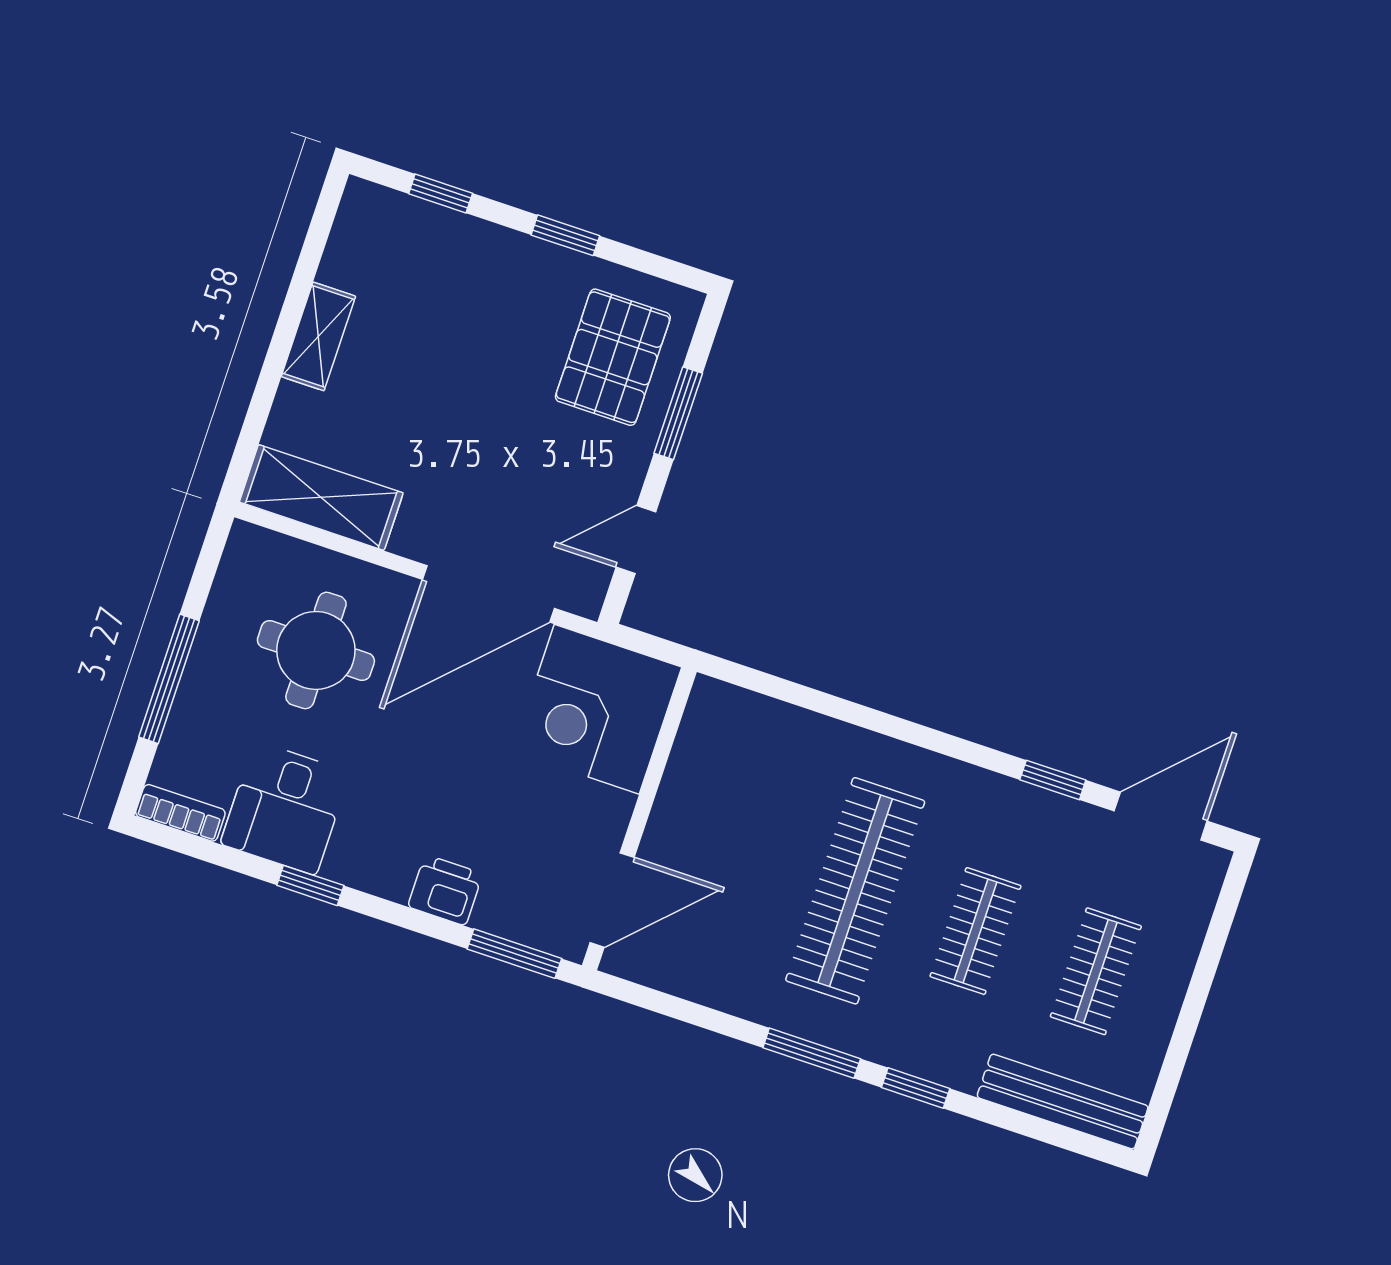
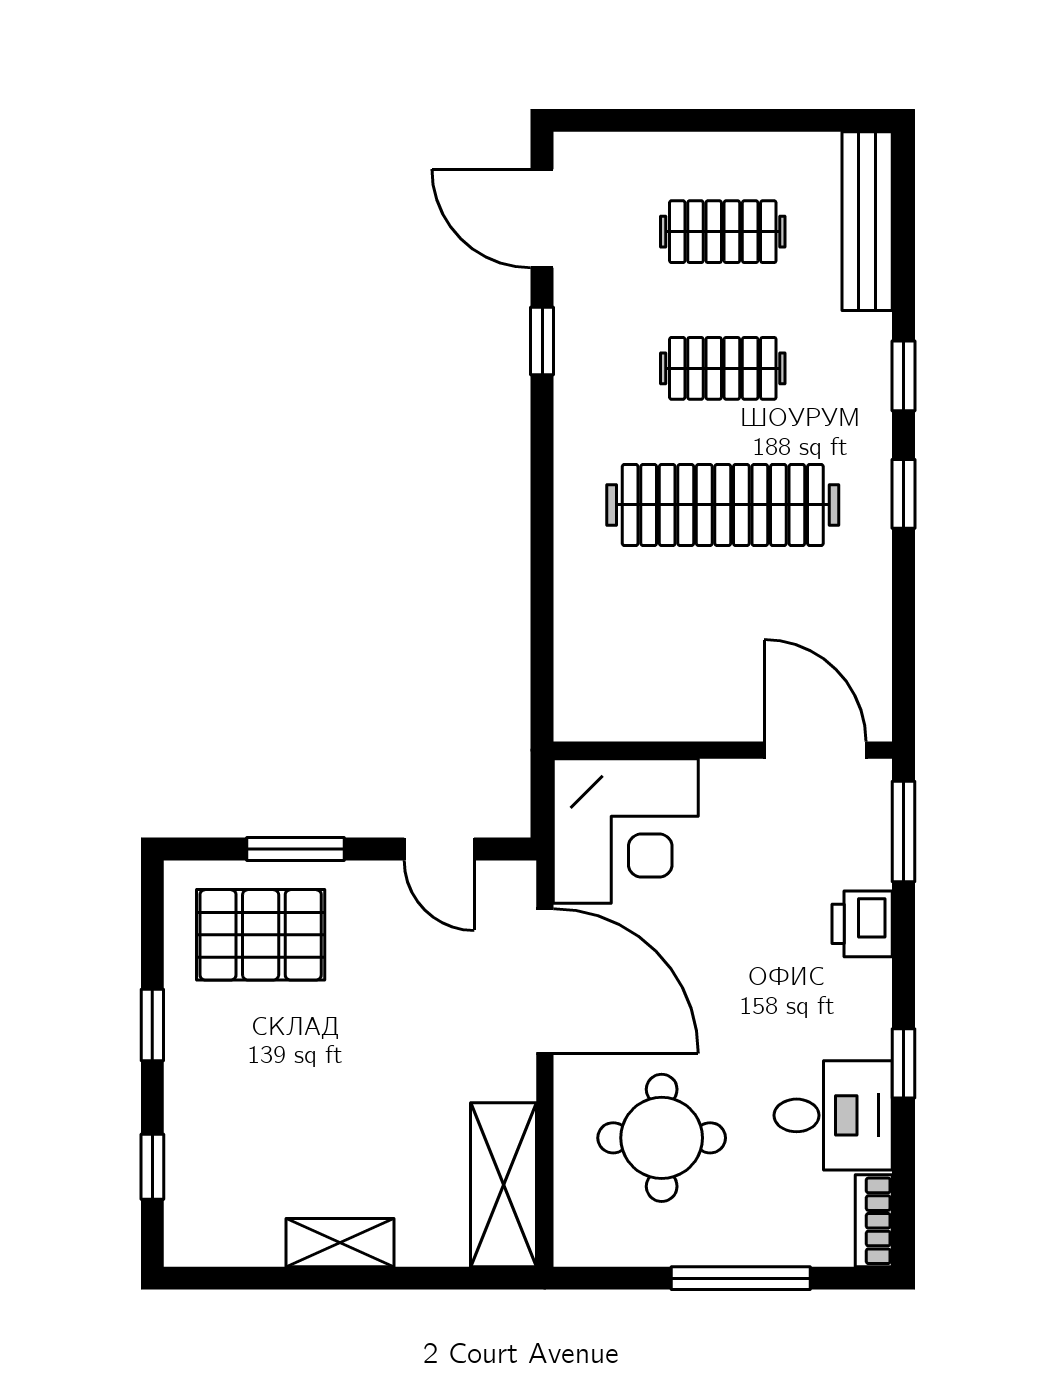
window: (812, 1053) -> (904, 494), width x0.67

